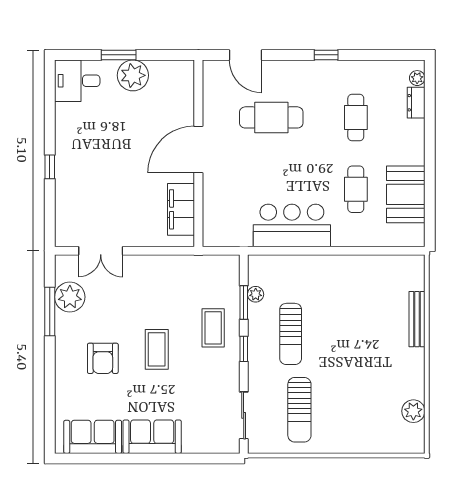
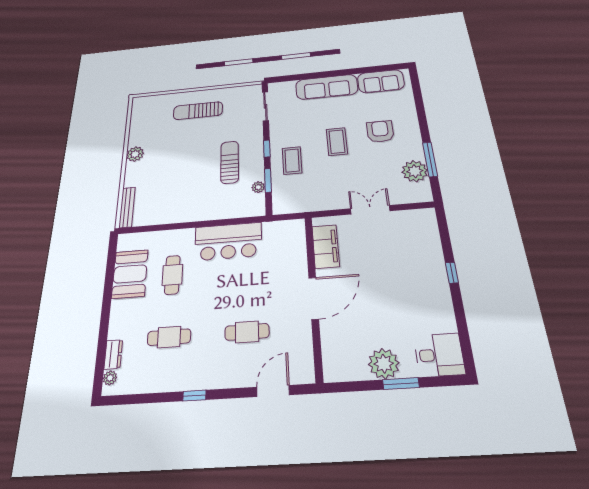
door: (246, 55) -> (273, 391), hinge flipped
cafe table: (271, 117) -> (247, 332), width x0.73, depth x0.74
cafe table: (356, 117) -> (169, 337), turned 90
double door: (101, 251) -> (370, 210), moved
bench: (417, 319) -> (127, 207), moved
sun lounger: (299, 410) -> (198, 111), moved, turned -90
plant: (413, 411) -> (135, 154), moved
sofa: (152, 437) -> (327, 87), width x1.36

